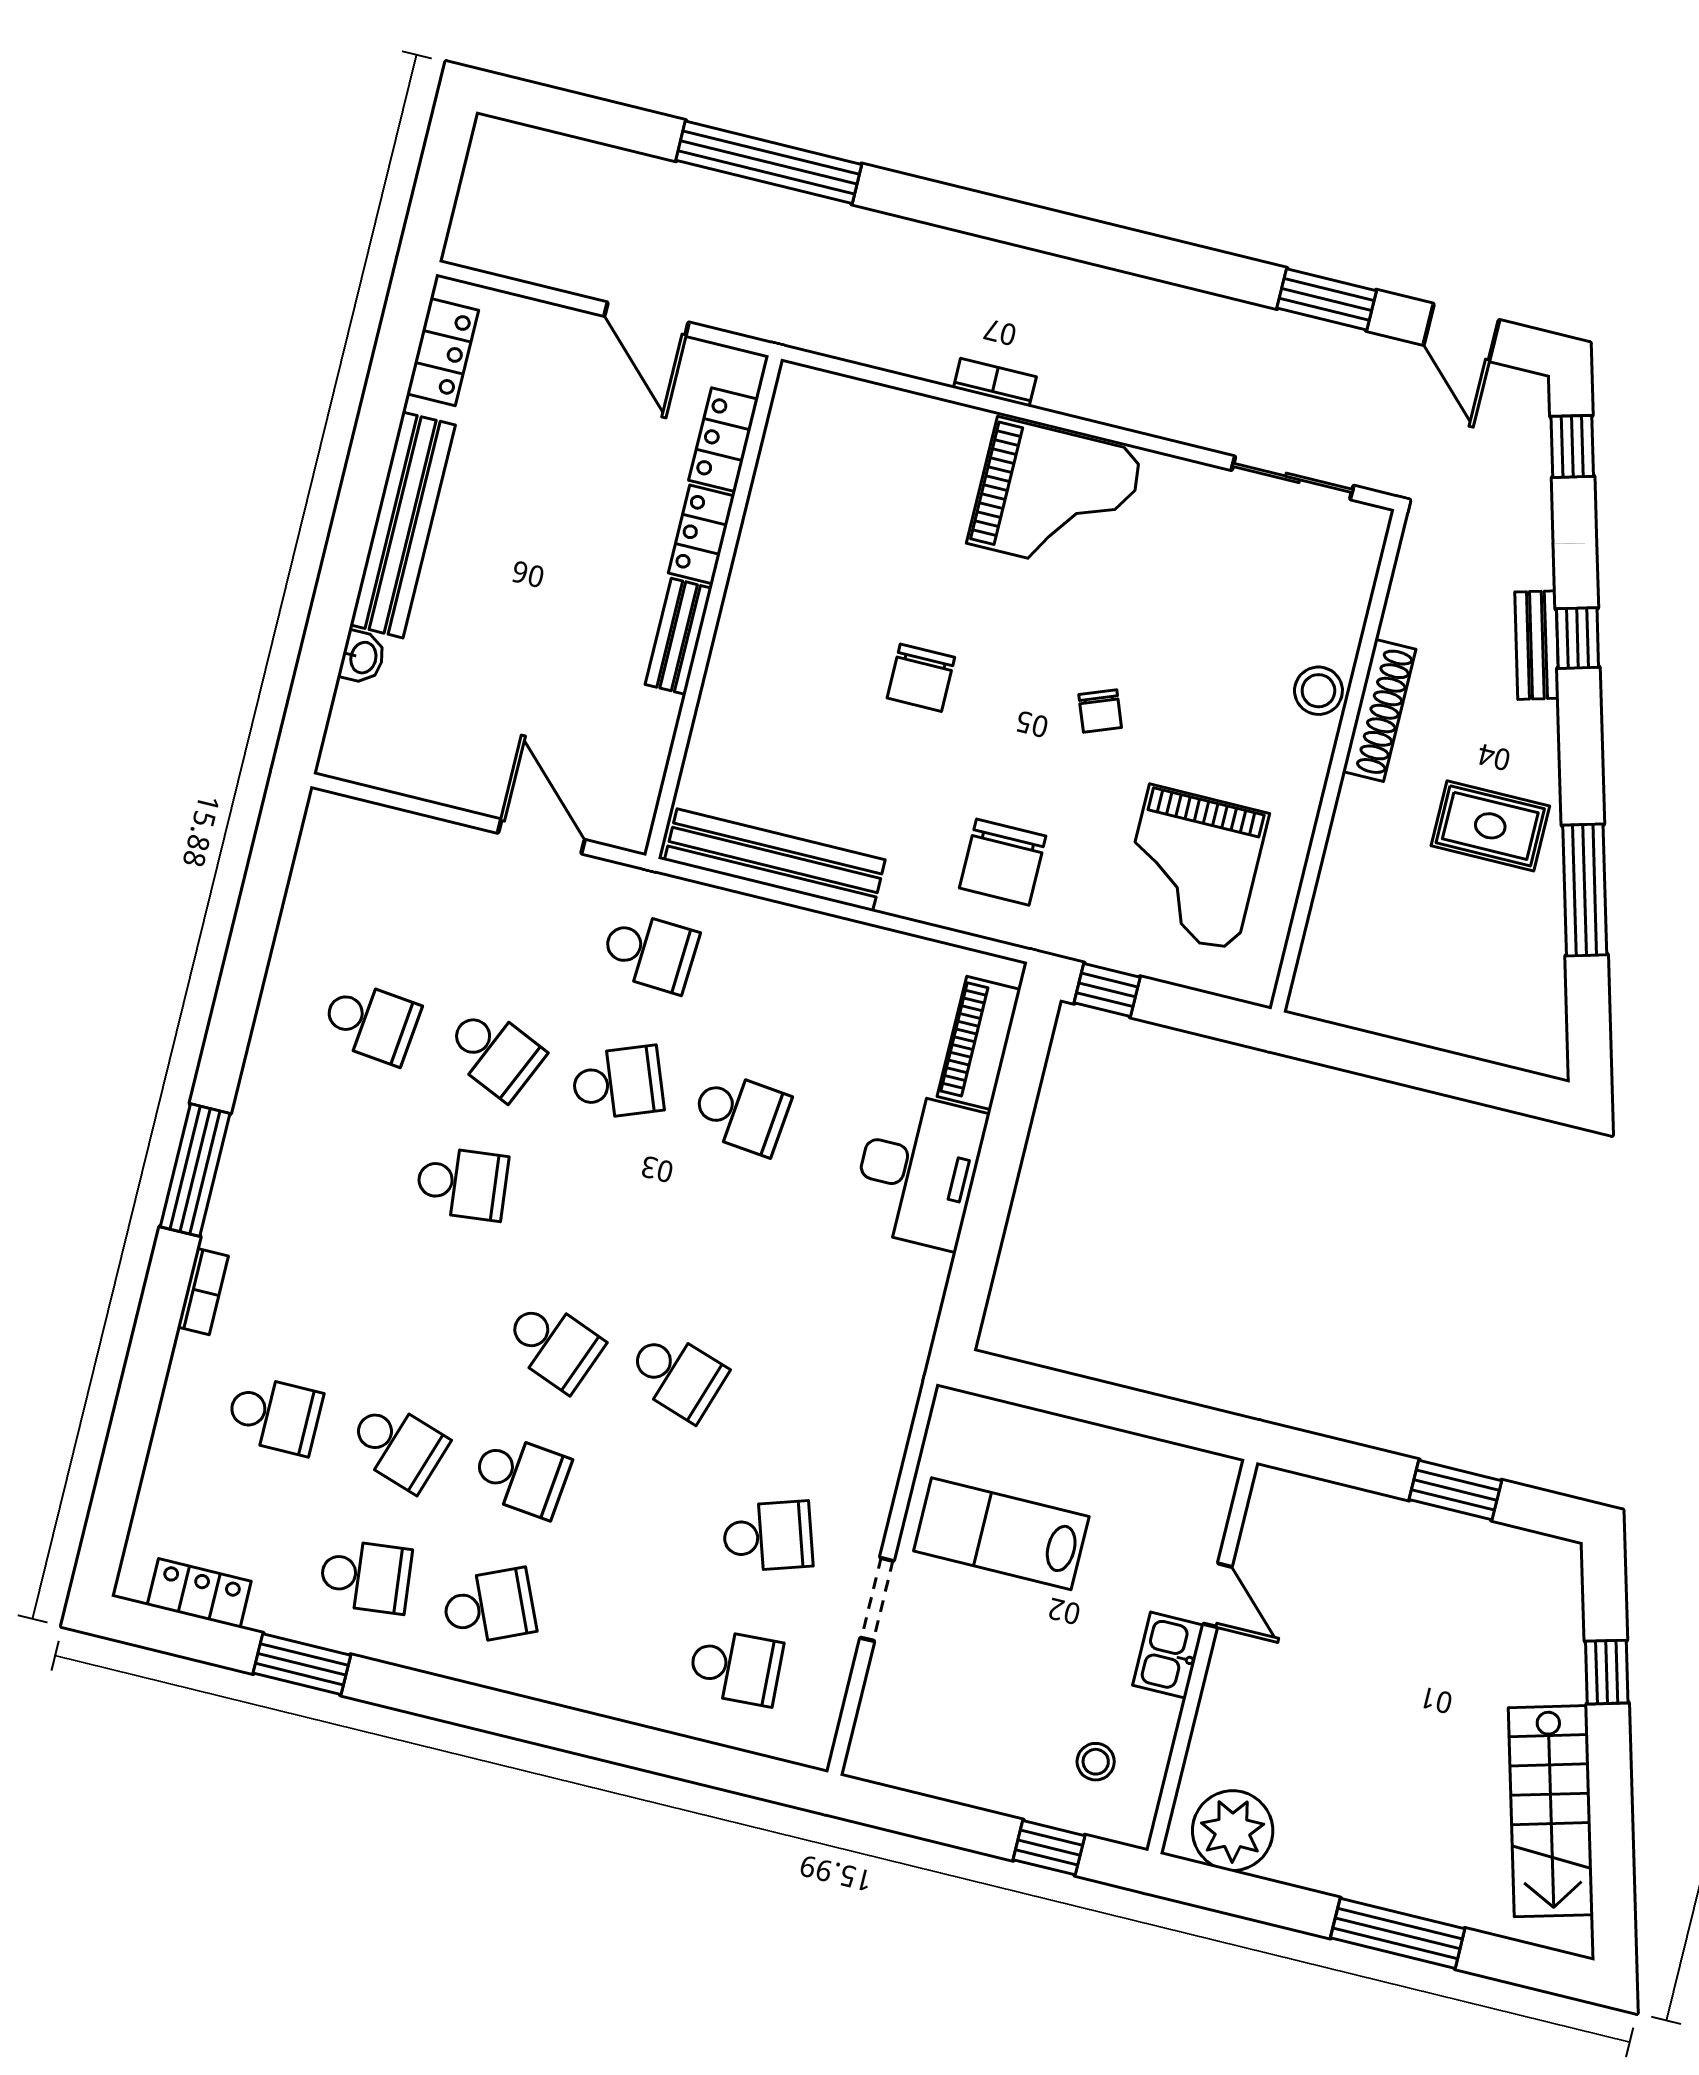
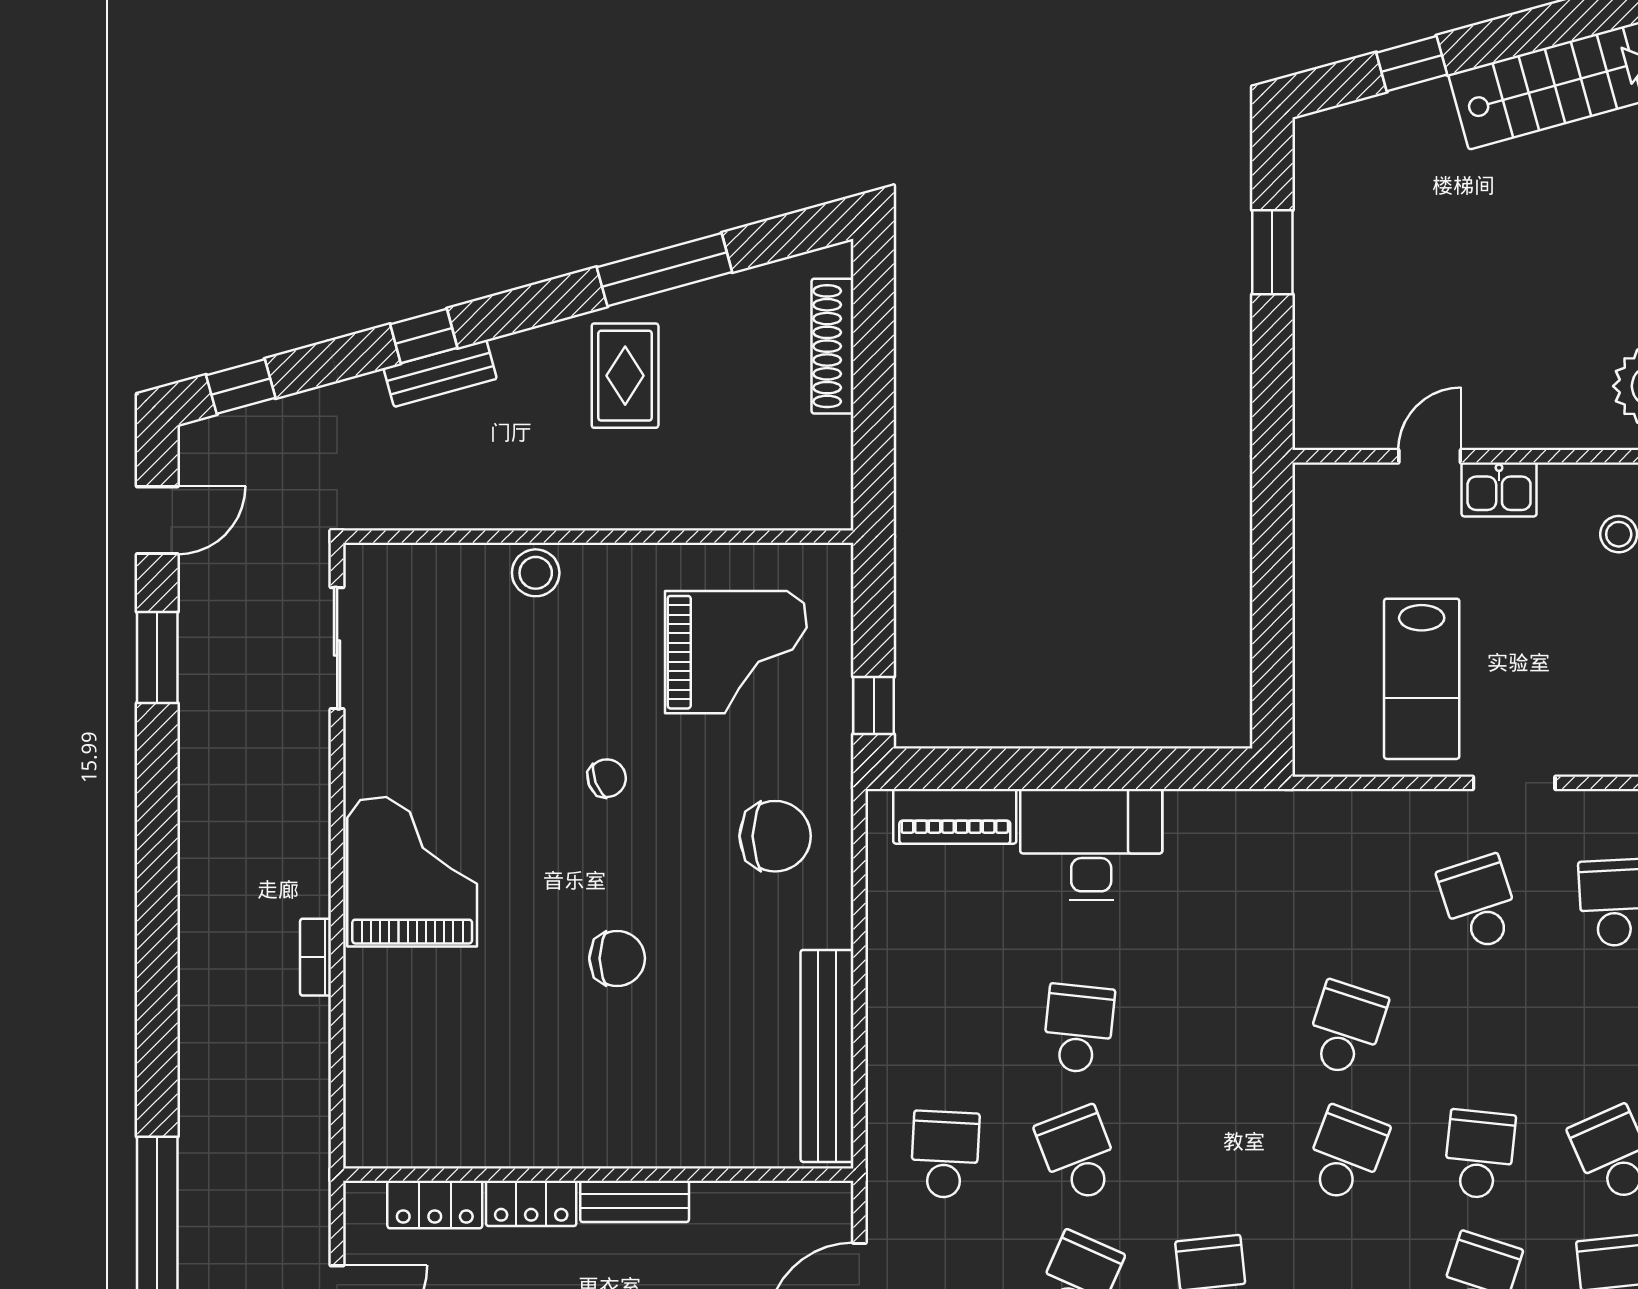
shoe rack: (1379, 710) -> (833, 346), moved, turned -90

